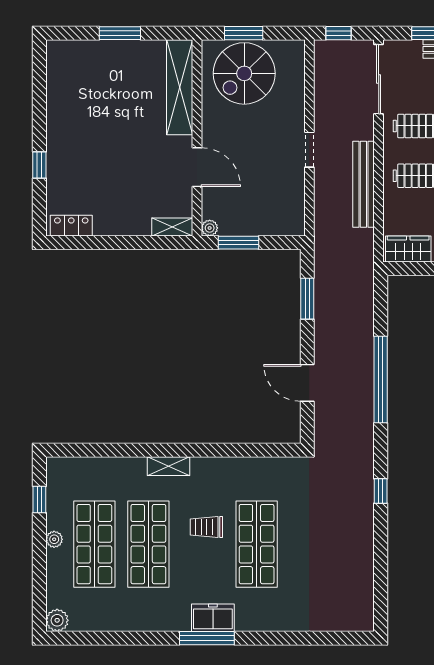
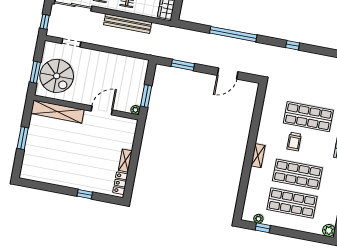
doorway: (309, 150) -> (71, 43), moved
shelving: (172, 227) -> (125, 161), moved
plant: (54, 539) -> (258, 219), moved

